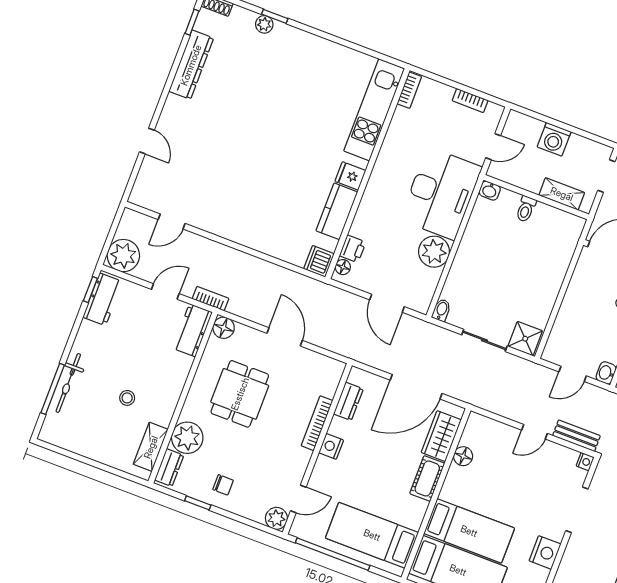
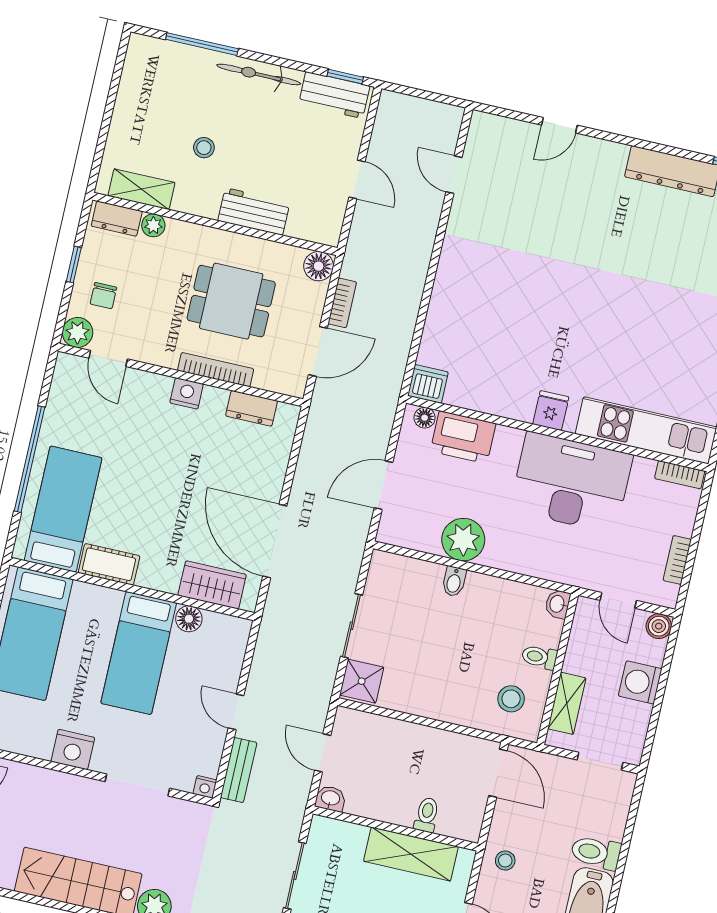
boiler: (516, 120) -> (659, 626), added
desk: (441, 193) -> (571, 482), moved, turned 180
kitchen counter: (337, 211) -> (500, 399), removed
stool: (553, 233) -> (511, 699), added
printer: (353, 249) -> (463, 437), width x1.87, depth x1.48
plant: (123, 256) -> (398, 115), removed
bookcase: (210, 299) -> (342, 303), moved
bidet: (441, 310) -> (454, 581), moved, turned 90
workbench: (192, 330) -> (254, 212), moved
bicycle: (68, 383) -> (259, 74), moved
dresser: (348, 401) -> (252, 408), moved
bookcase: (317, 423) -> (216, 370), moved
plant: (187, 438) -> (153, 225), width x0.53, depth x0.53
nightstand: (331, 446) -> (187, 393), moved
wall: (317, 449) -> (181, 375), moved
cot: (427, 478) -> (109, 564), moved
door: (298, 499) -> (108, 359), moved
plant: (276, 518) -> (77, 332), moved
bed: (469, 531) -> (139, 653), moved

